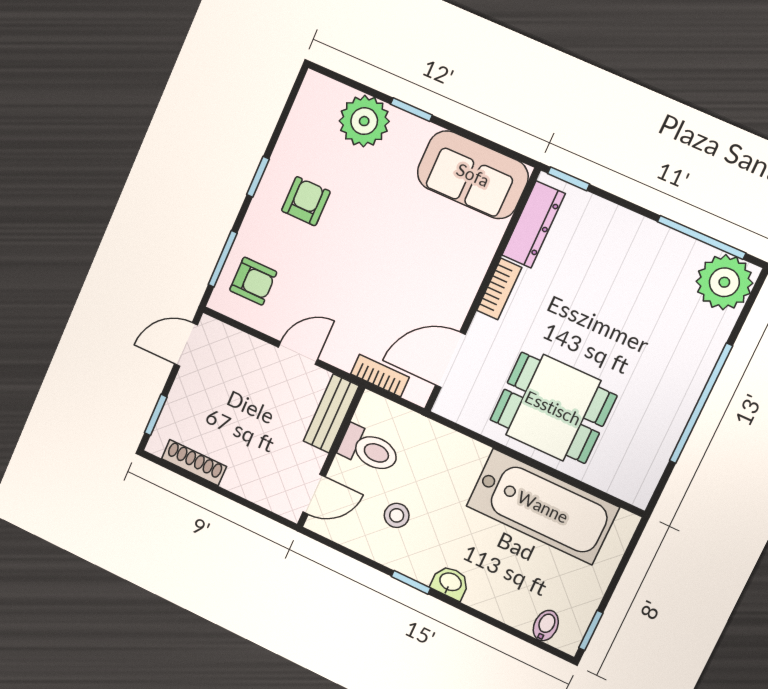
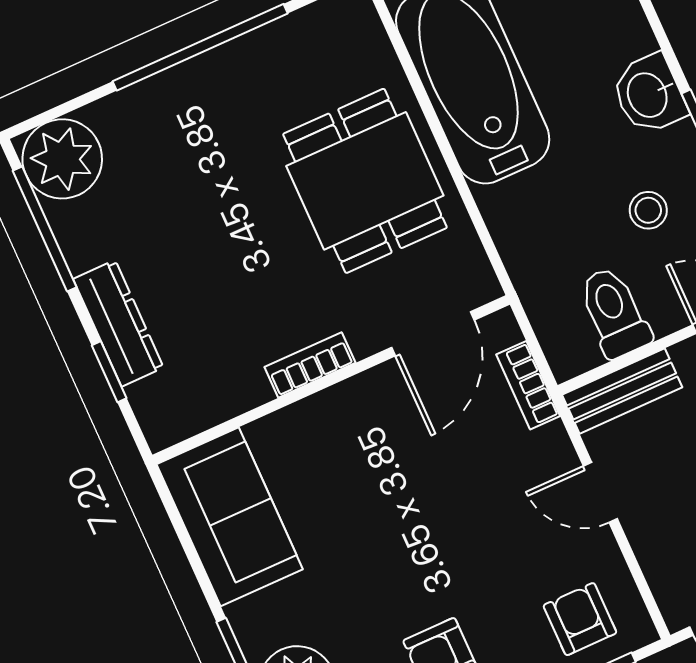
window: (569, 179) -> (109, 372), moved
dresser: (533, 224) -> (118, 323), moved, turned 90
door: (450, 360) -> (433, 334), hinge flipped
washbasin: (450, 583) -> (649, 94), width x1.38, depth x1.45

